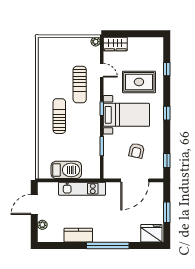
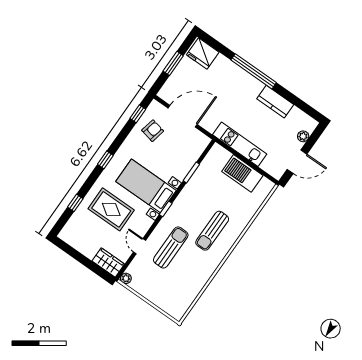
armchair: (137, 151) -> (153, 131), moved

